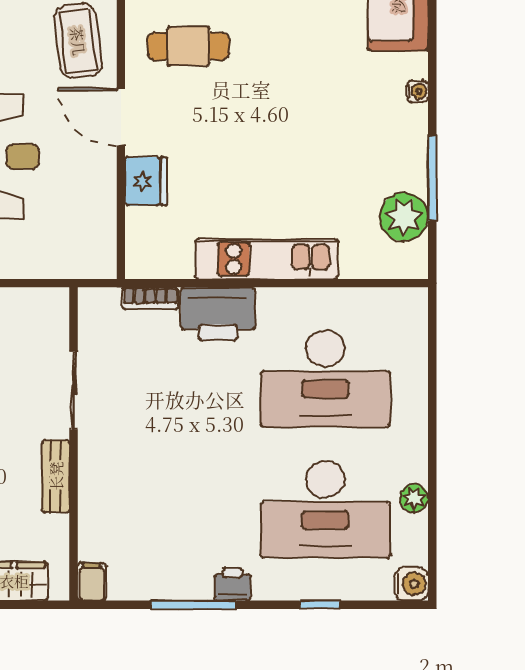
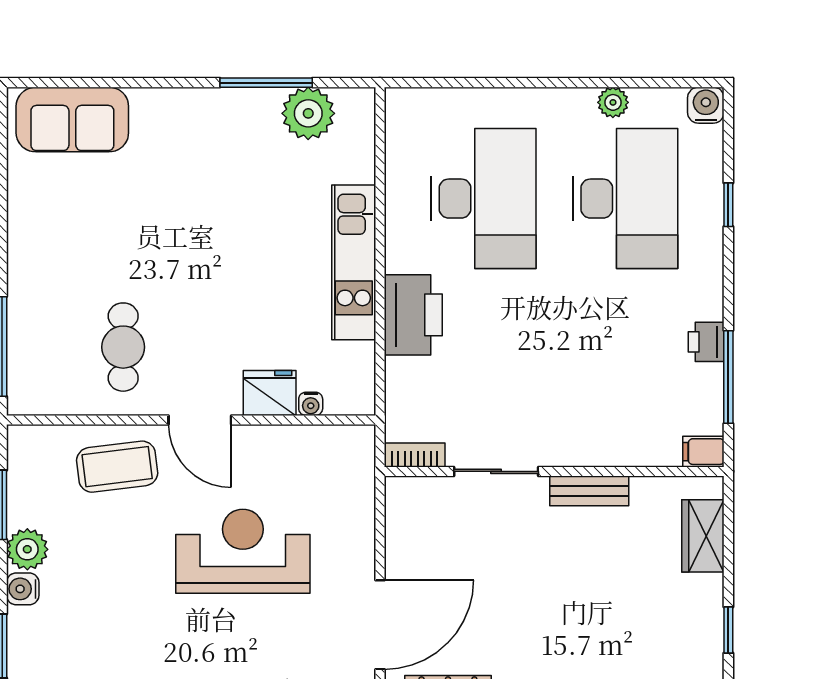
water cooler: (417, 91) -> (311, 404), moved, turned 180
door: (121, 117) -> (200, 420), hinge flipped
bookcase: (150, 298) -> (415, 455), moved, turned -90
printer: (232, 584) -> (706, 342), moved
window: (194, 605) -> (728, 377), moved

